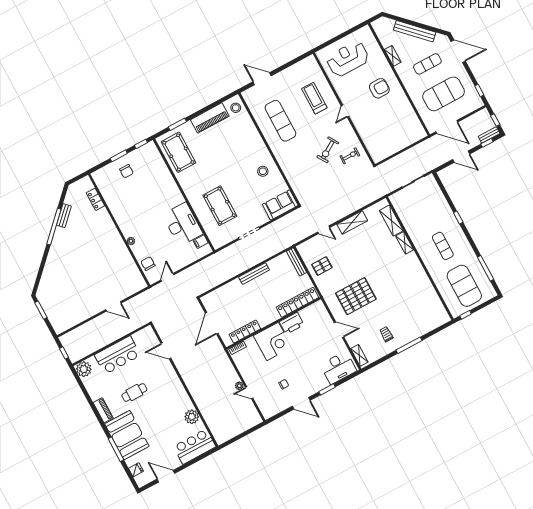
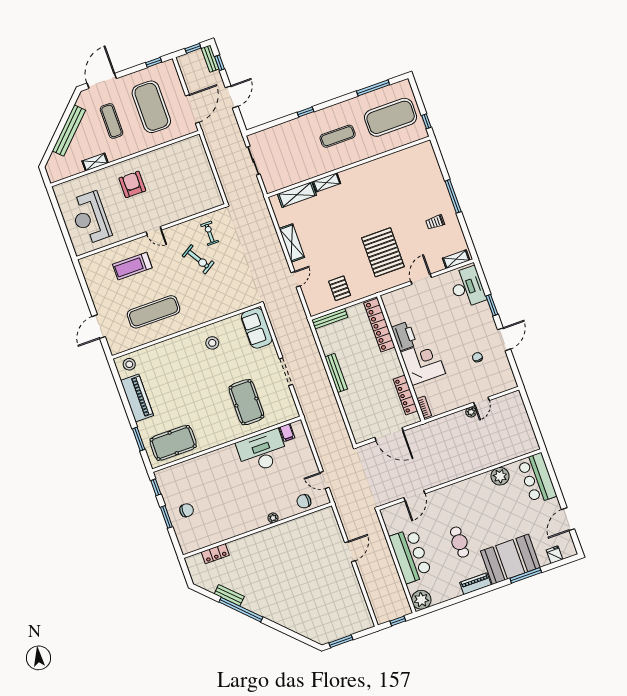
pool table: (220, 206) -> (246, 402), turned 90

